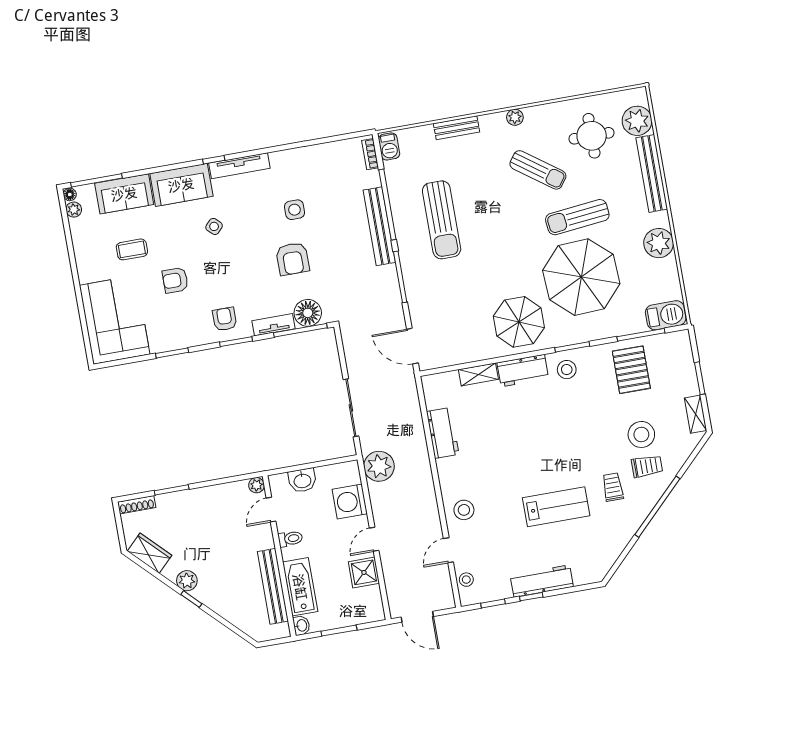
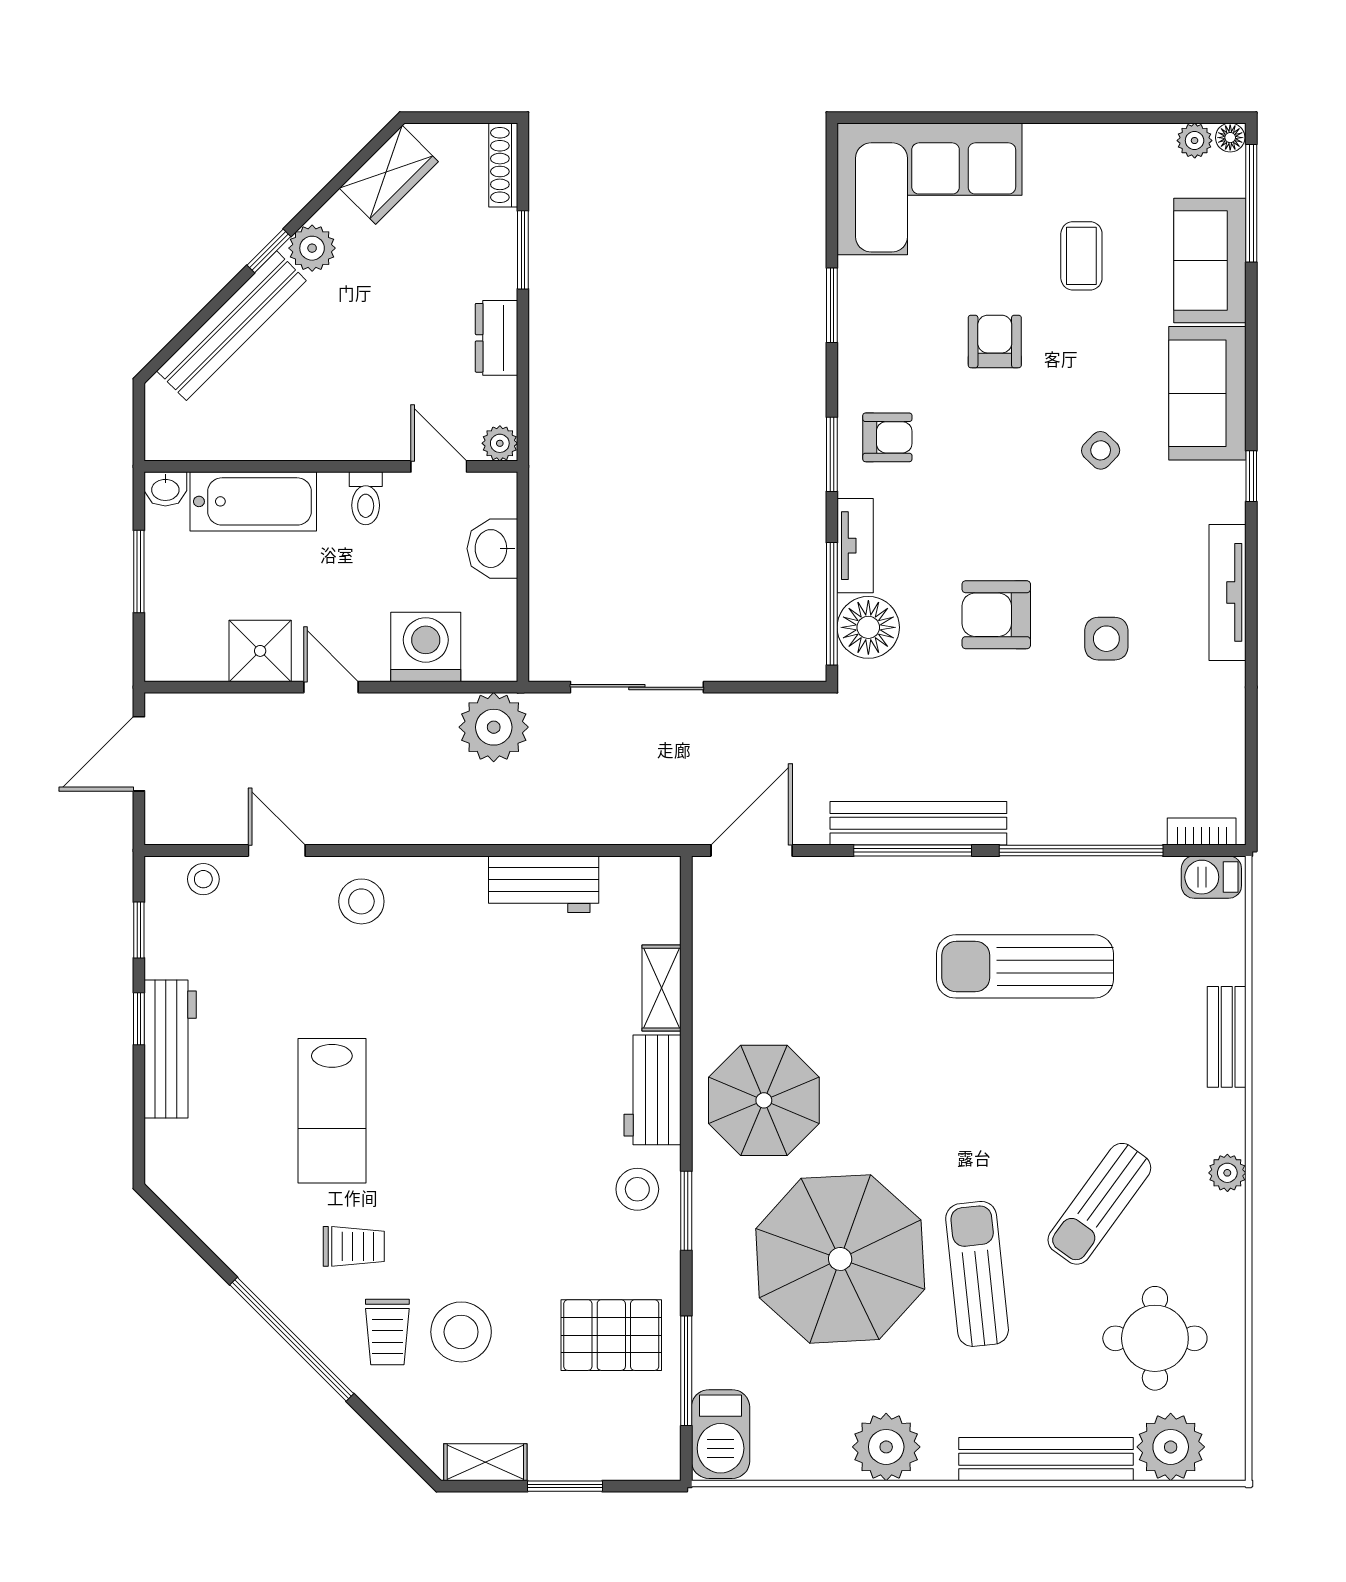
tv unit: (239, 166) -> (1228, 592), moved
bench: (379, 226) -> (918, 823), moved
dresser: (211, 495) -> (496, 338), added
bench: (273, 586) -> (231, 326), moved, turned -45

